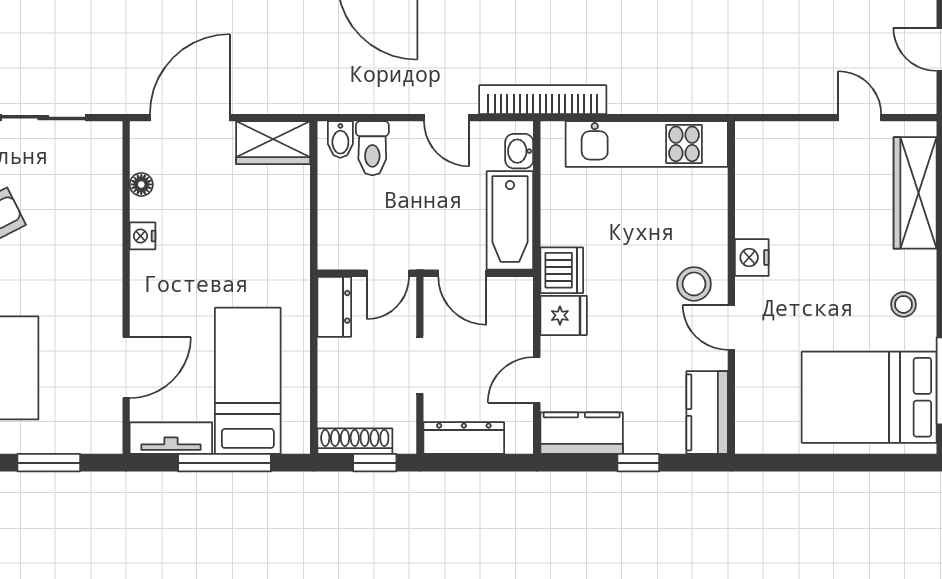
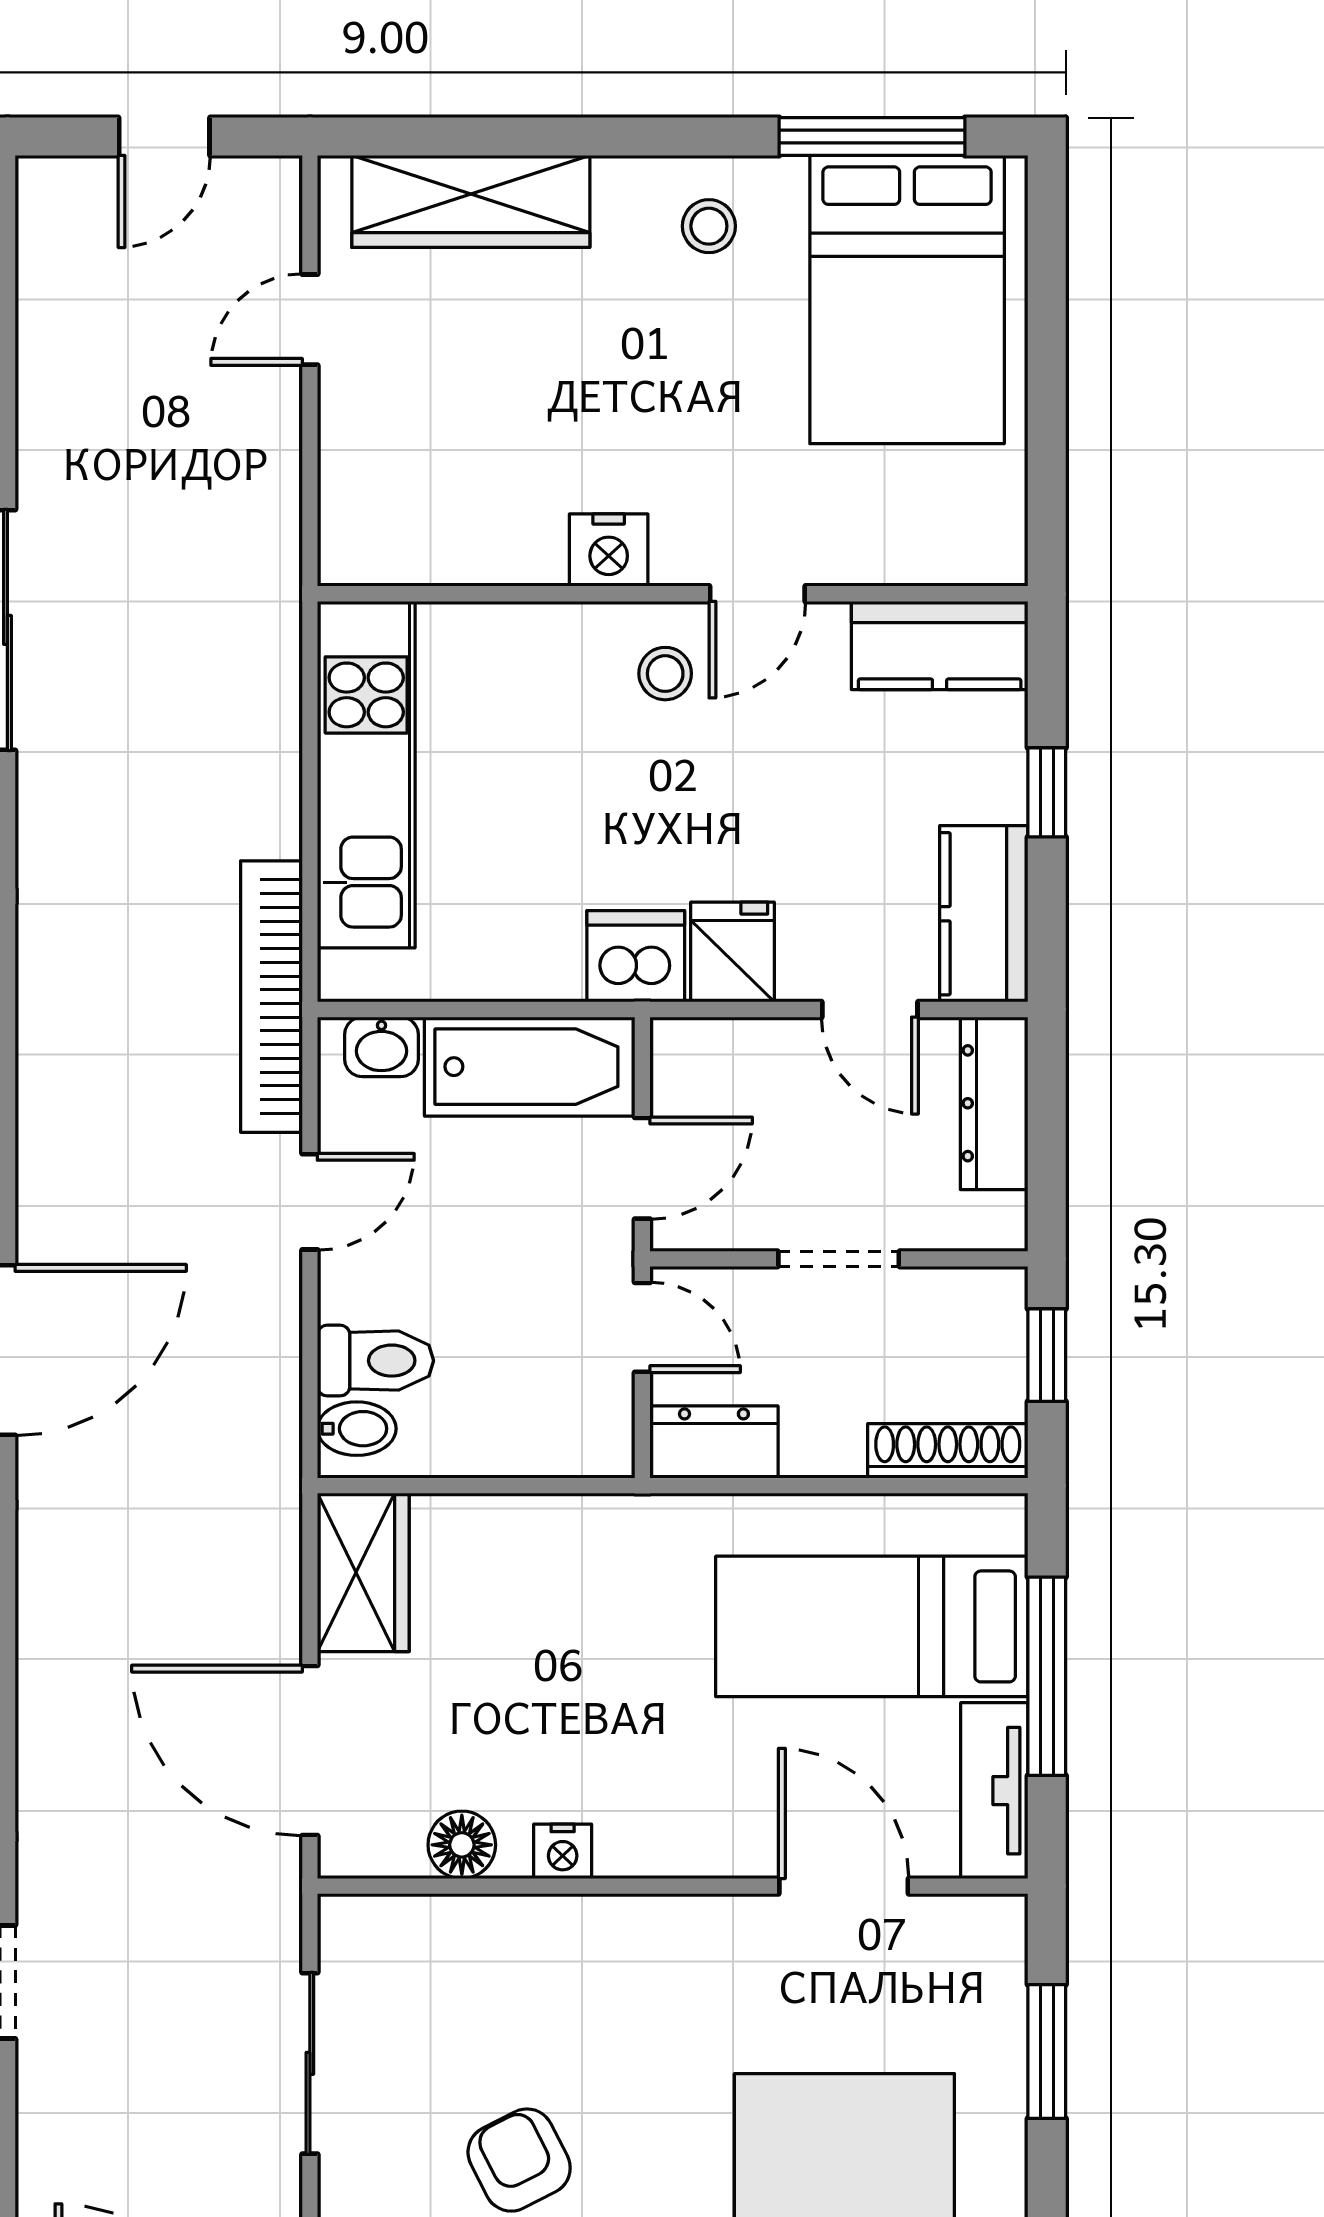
floor lamp: (141, 184) -> (462, 1845), width x1.37, depth x1.37
stool: (694, 284) -> (665, 674), width x0.73, depth x0.73
dresser: (464, 438) -> (994, 1103), moved
shoe rack: (355, 441) -> (948, 1451), moved, turned 90

